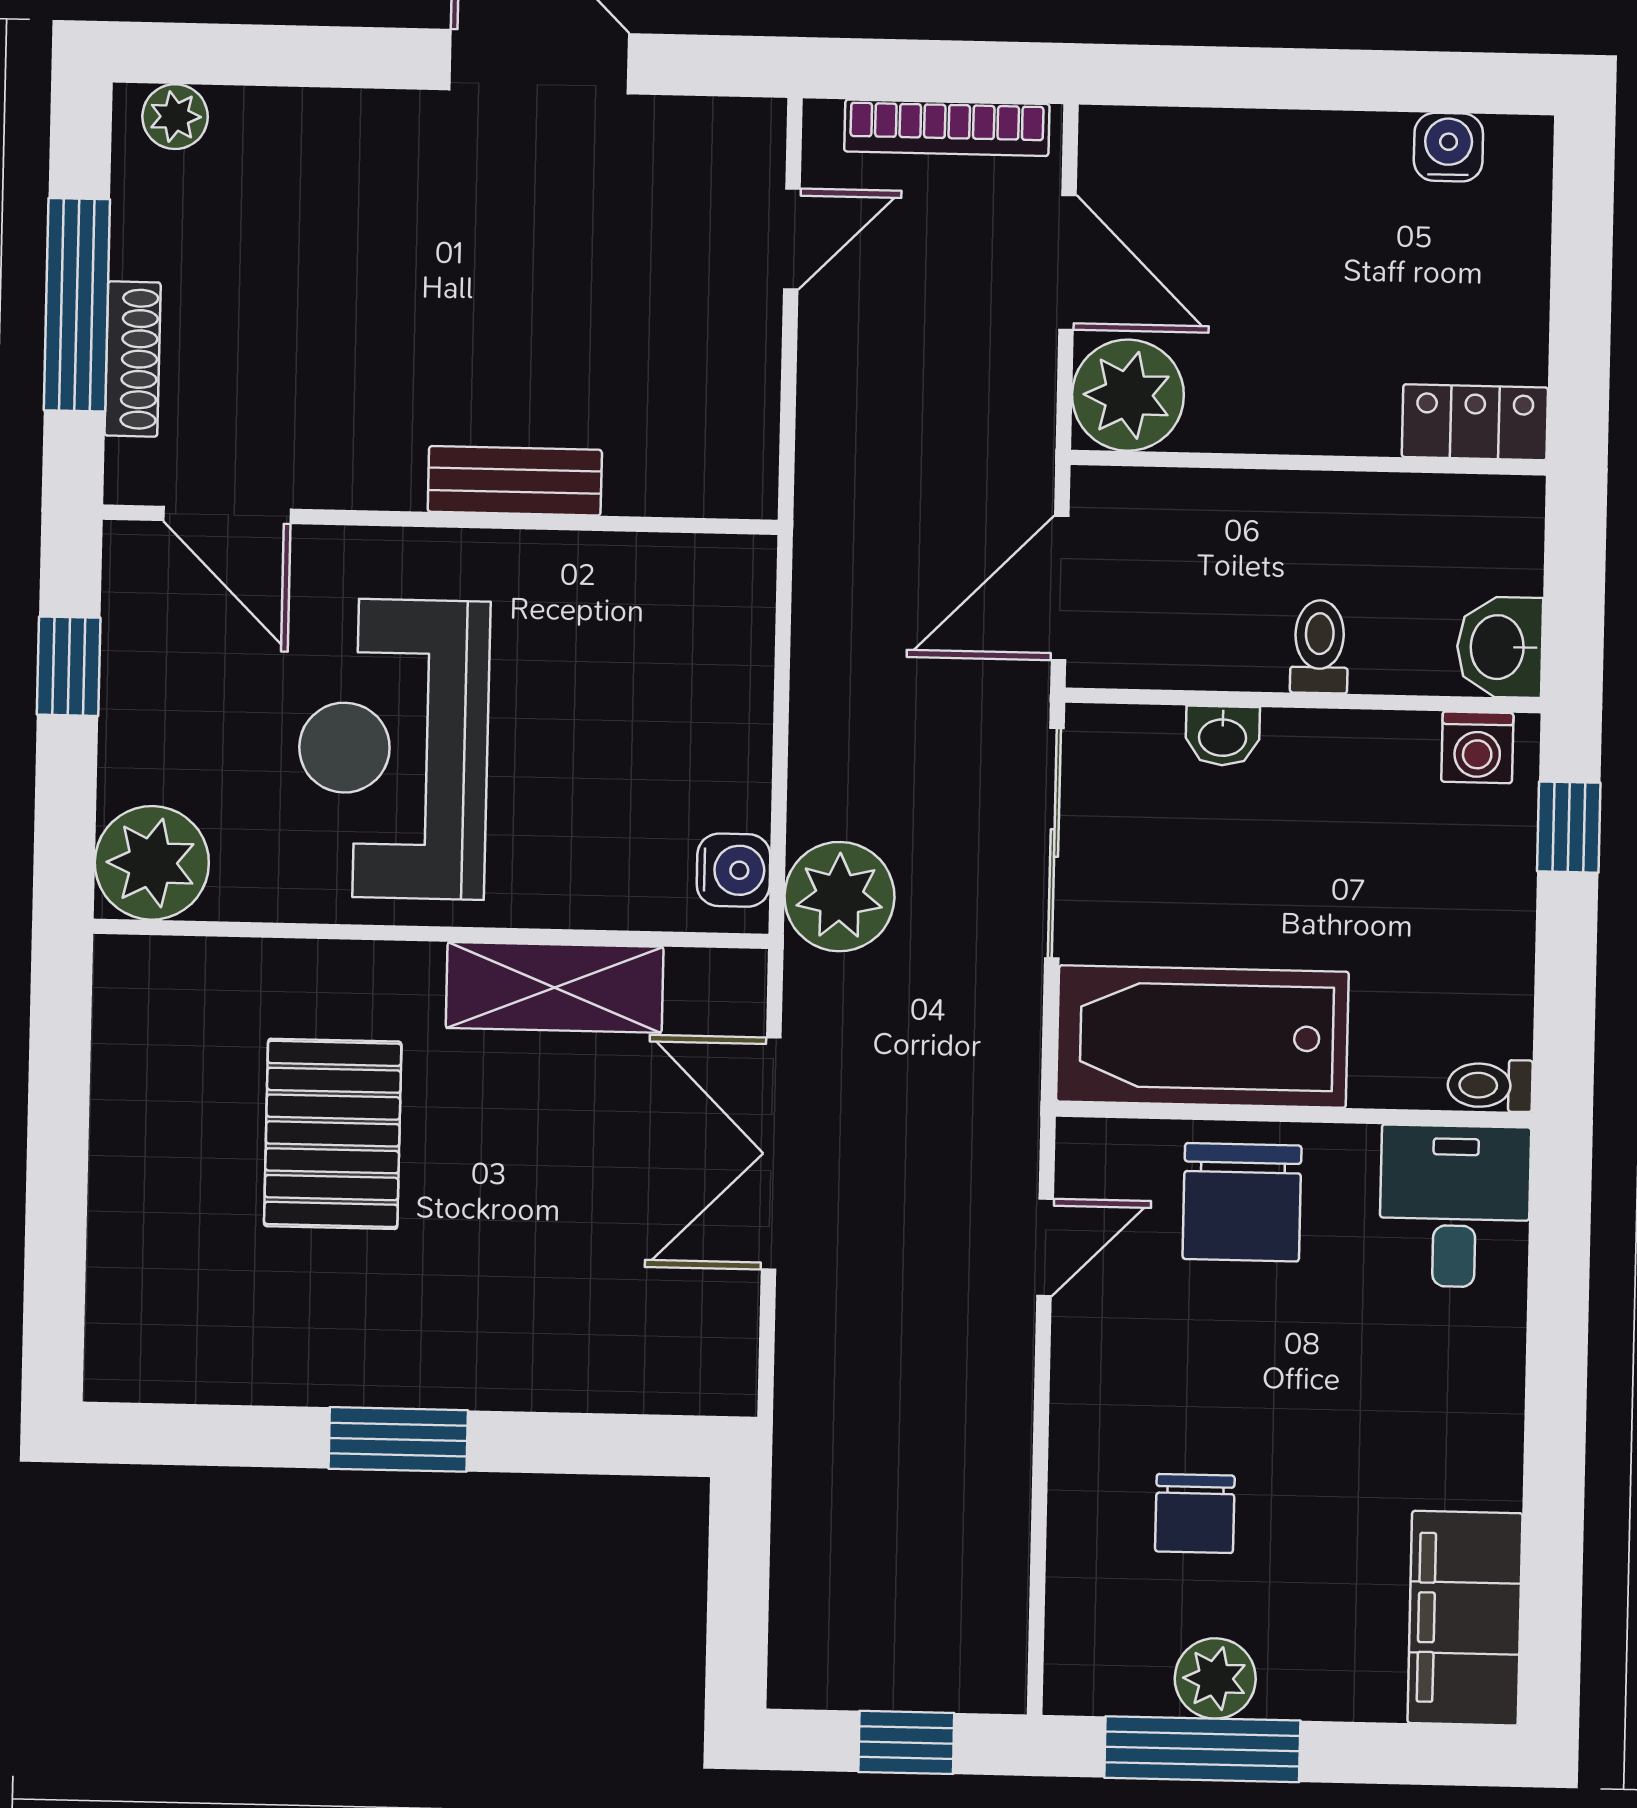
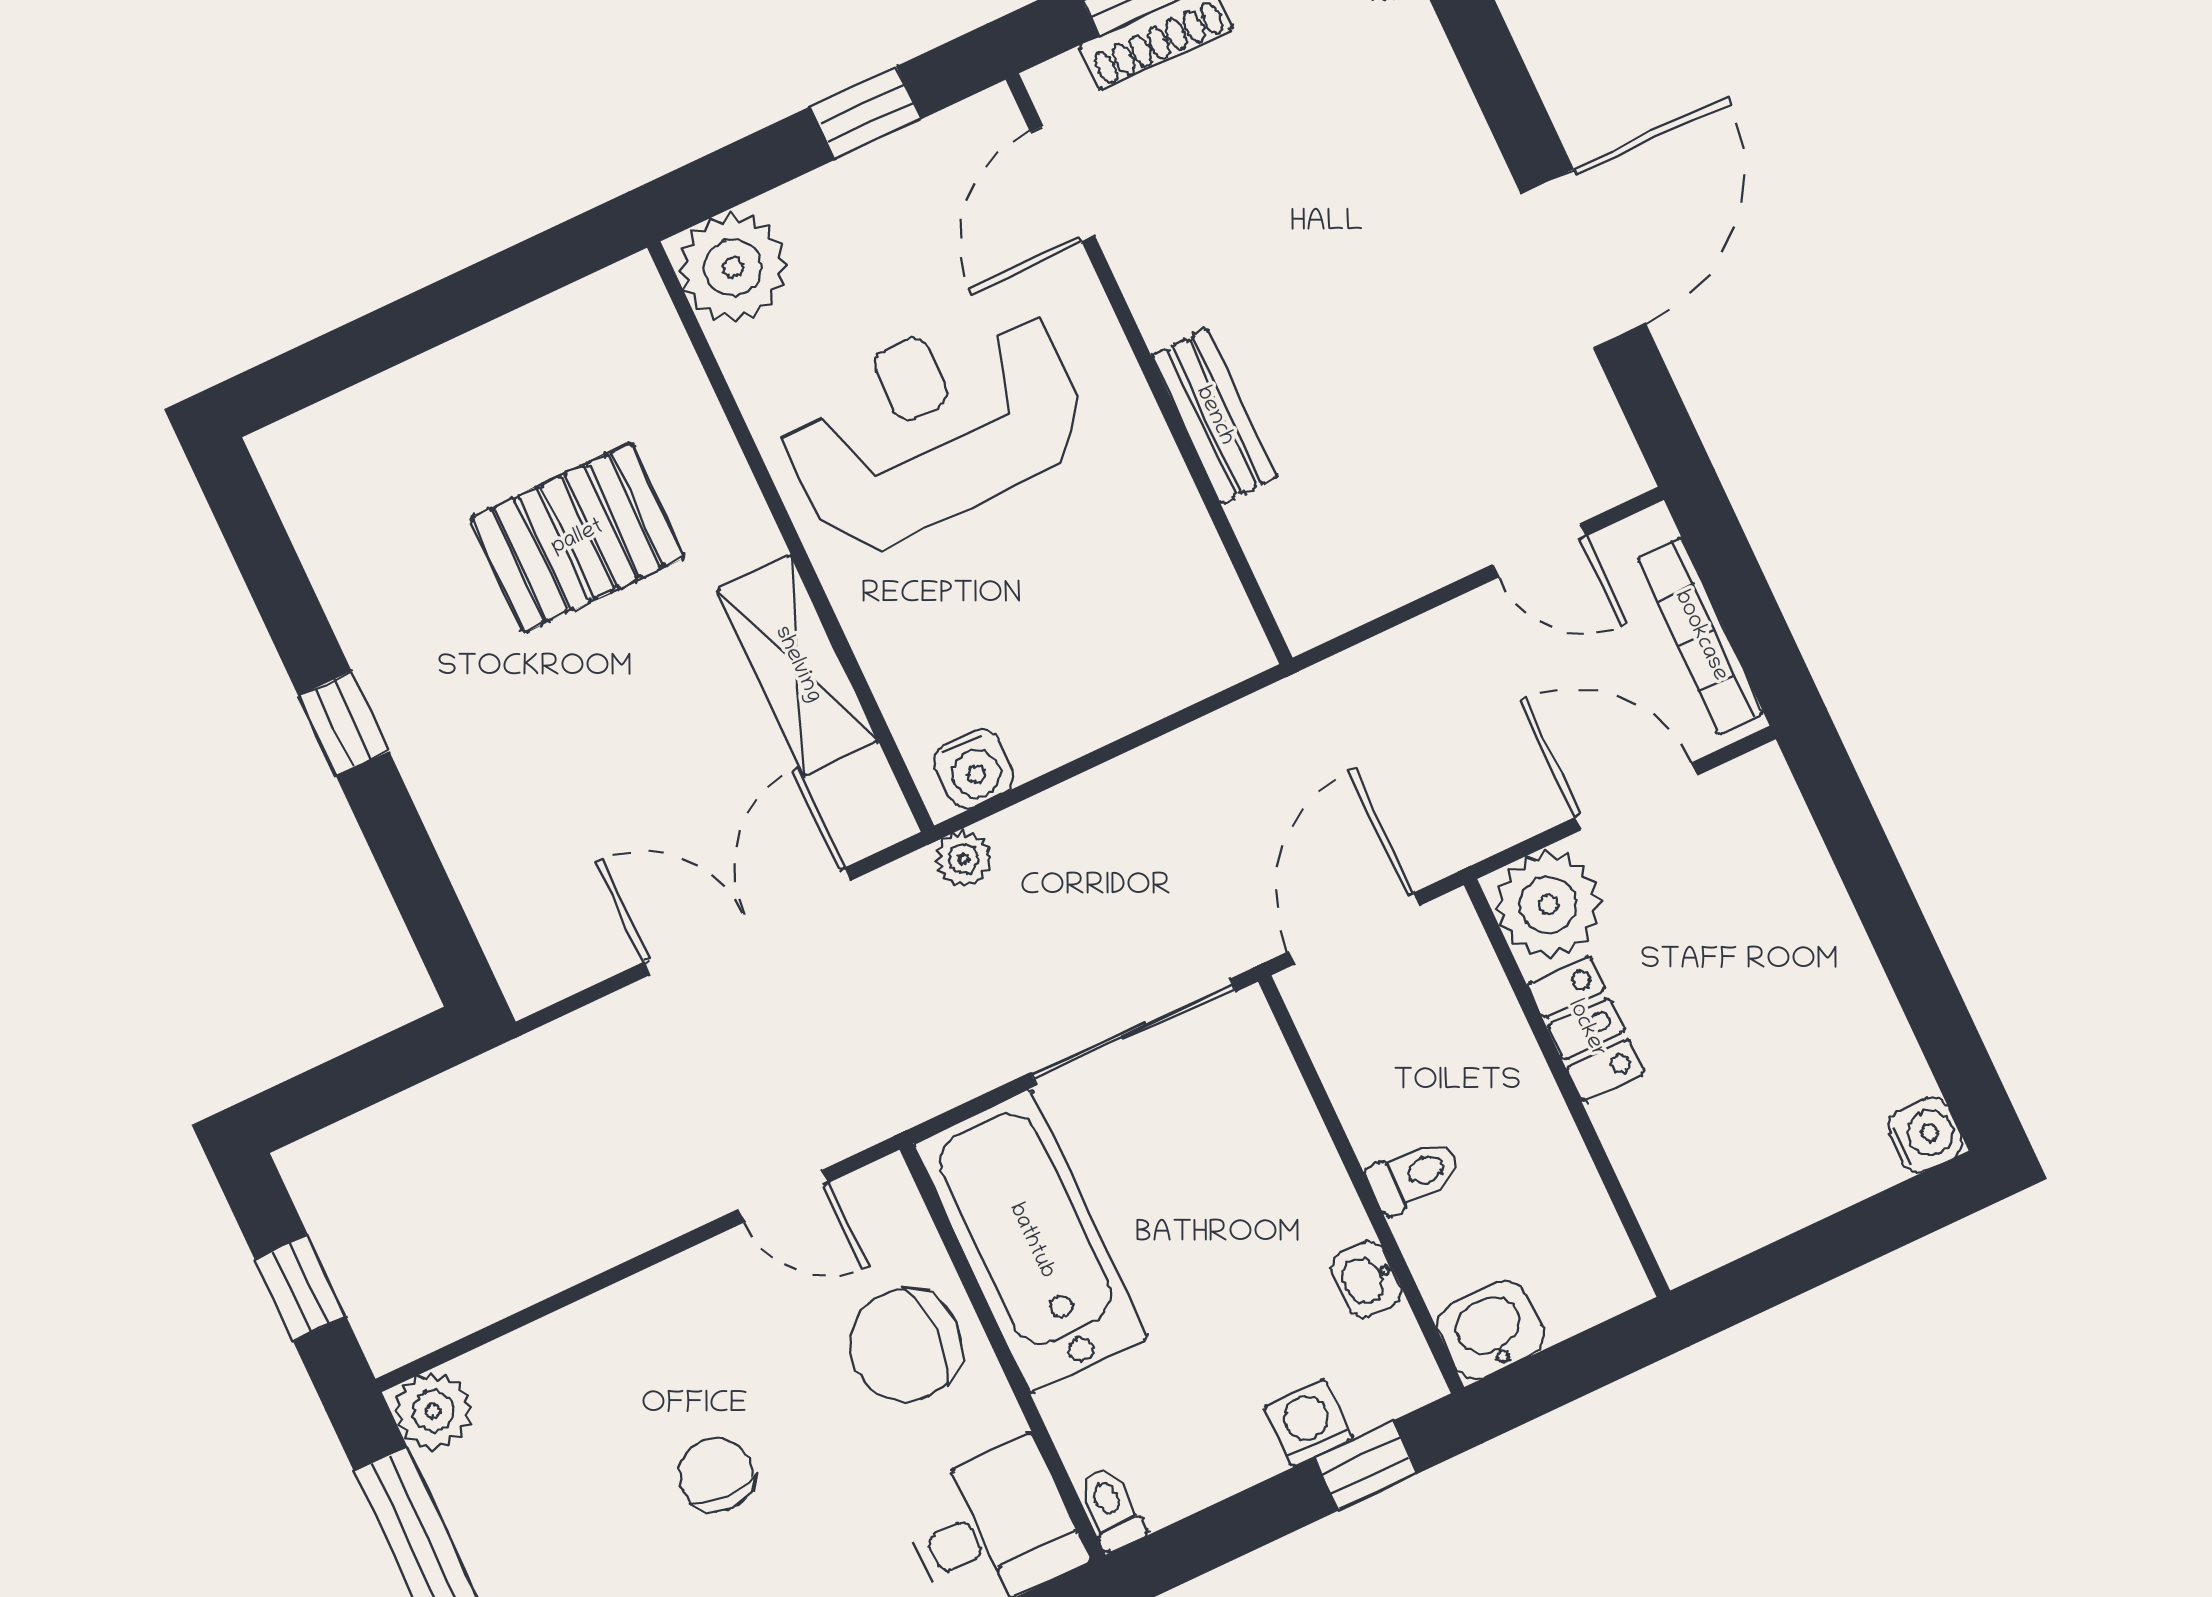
water cooler: (1448, 147) -> (1925, 1135), moved
door: (1068, 262) -> (1636, 796), swing flipped
locker: (1475, 422) -> (1586, 1029), moved
door: (1060, 588) -> (1354, 929), hinge flipped
washbasin: (1223, 736) -> (1366, 1279), moved
washing machine: (1477, 747) -> (1308, 1423), moved, turned 90
plant: (839, 897) -> (964, 859), width x0.53, depth x0.53
window: (398, 1439) -> (344, 724), width x0.67
chair: (1195, 1513) -> (716, 1475), moved, turned 90
plant: (1215, 1678) -> (433, 1411), moved

